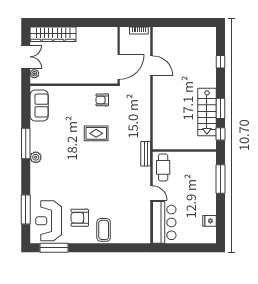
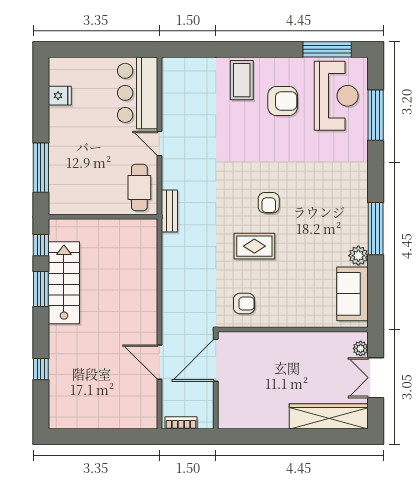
plant: (36, 157) -> (358, 256), moved
armchair: (88, 159) -> (269, 203), added

